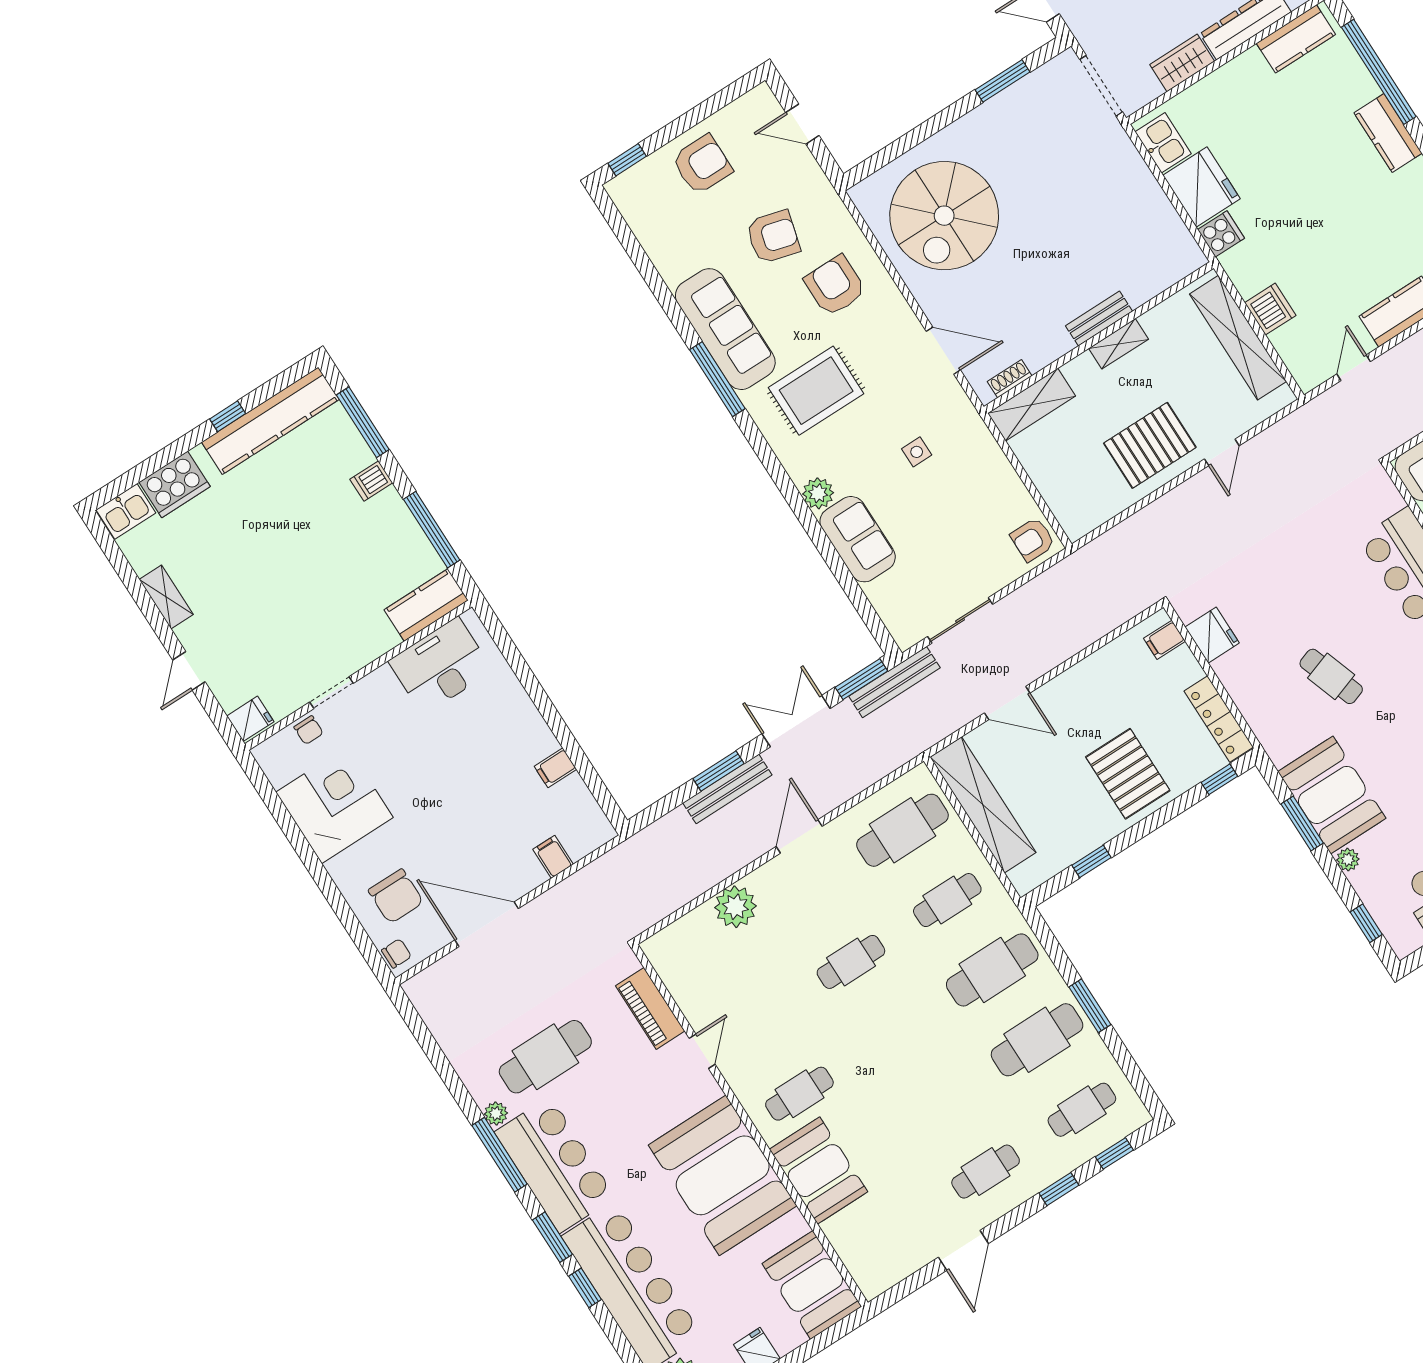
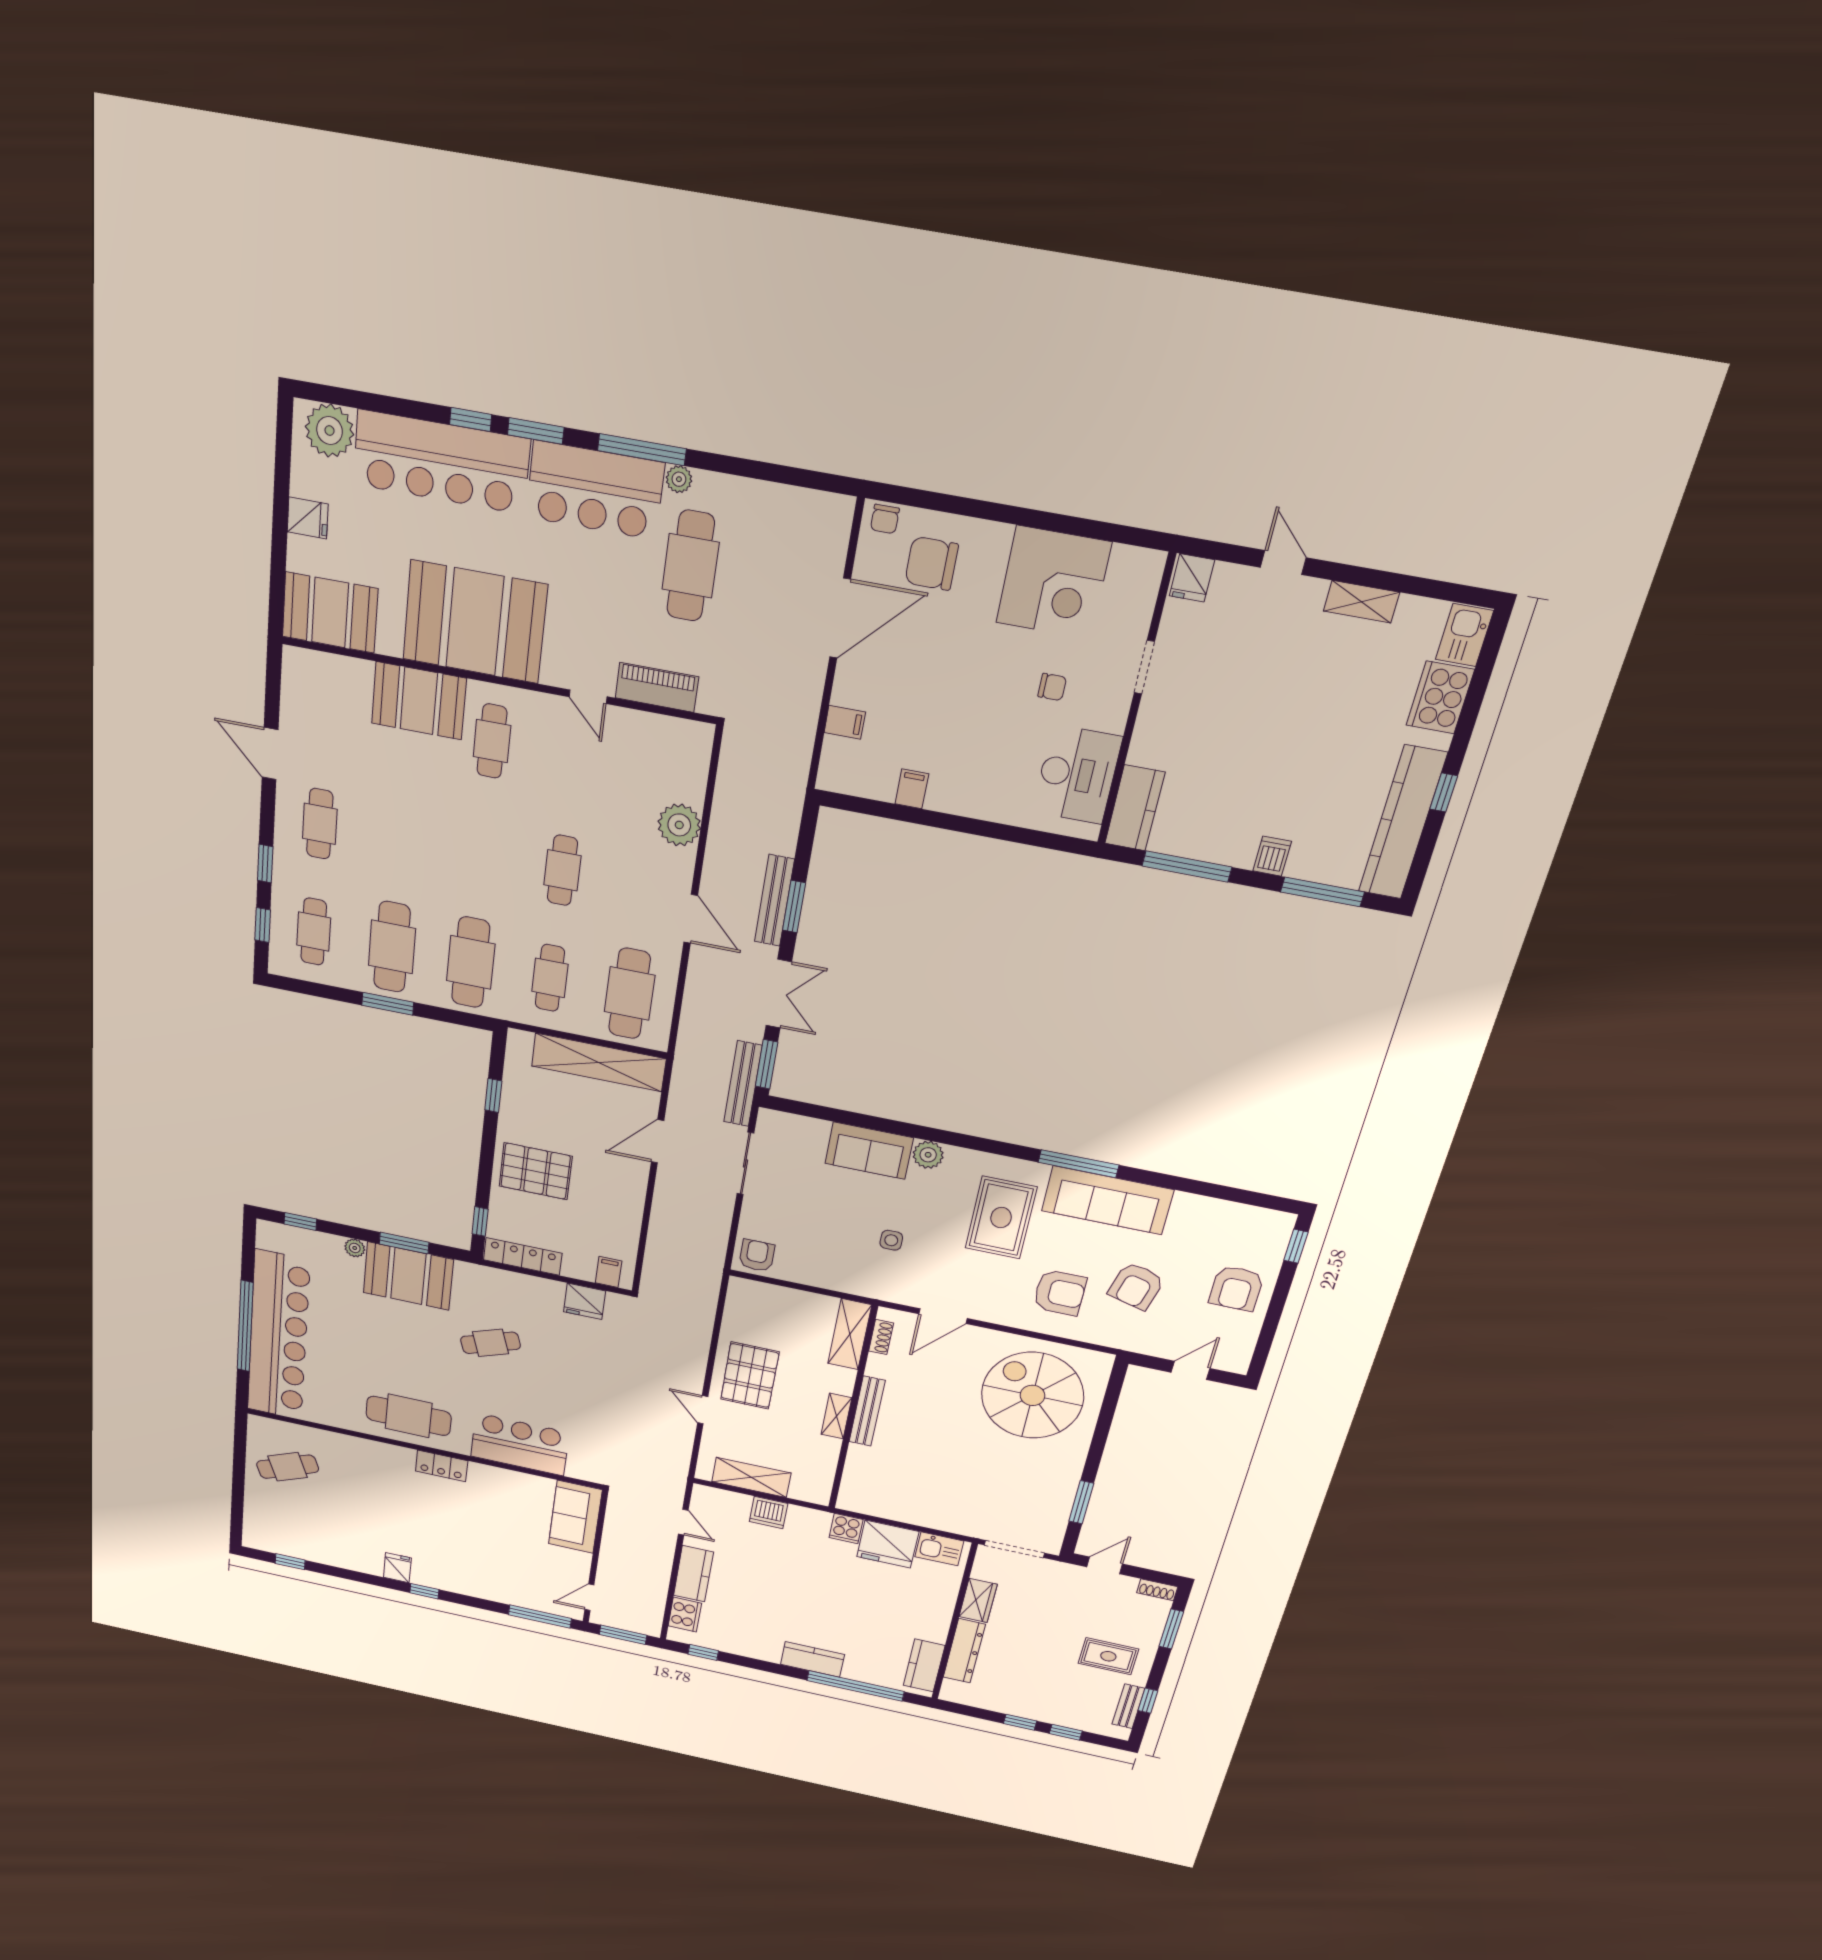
bench: (1099, 319) -> (867, 1411), width x1.36
shelving: (1238, 338) -> (751, 1477), width x0.68
chair: (309, 730) -> (1052, 687), moved, turned 180

